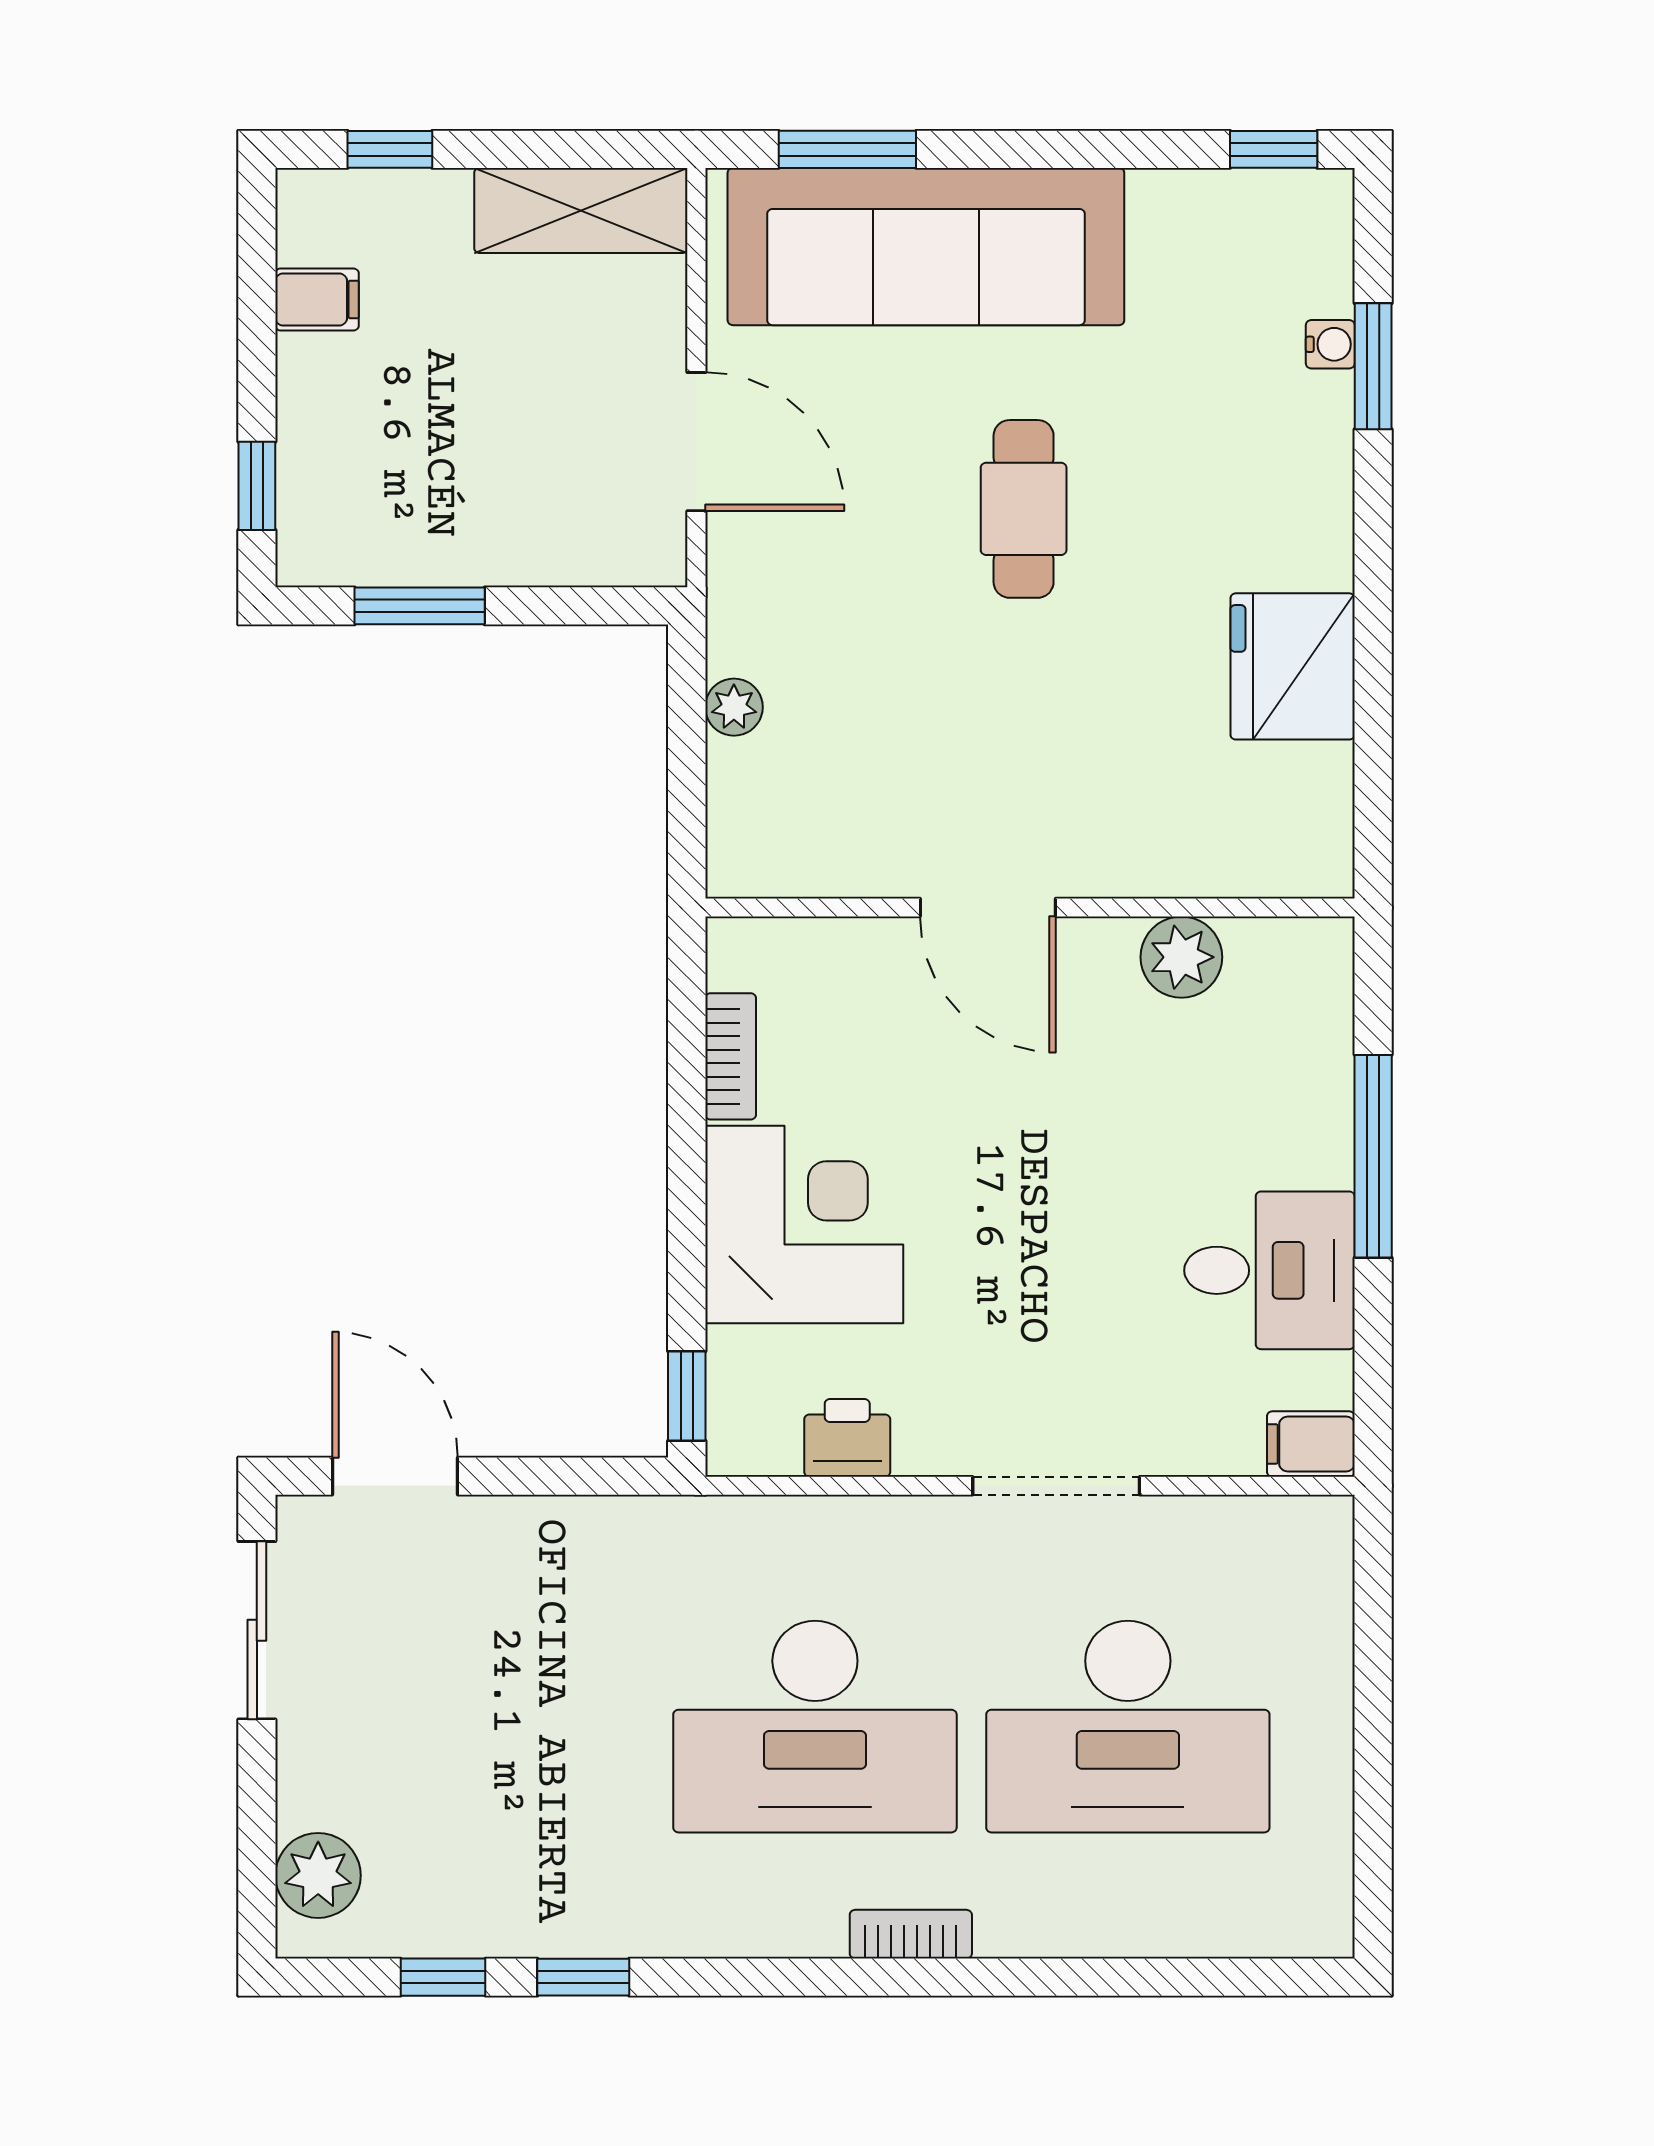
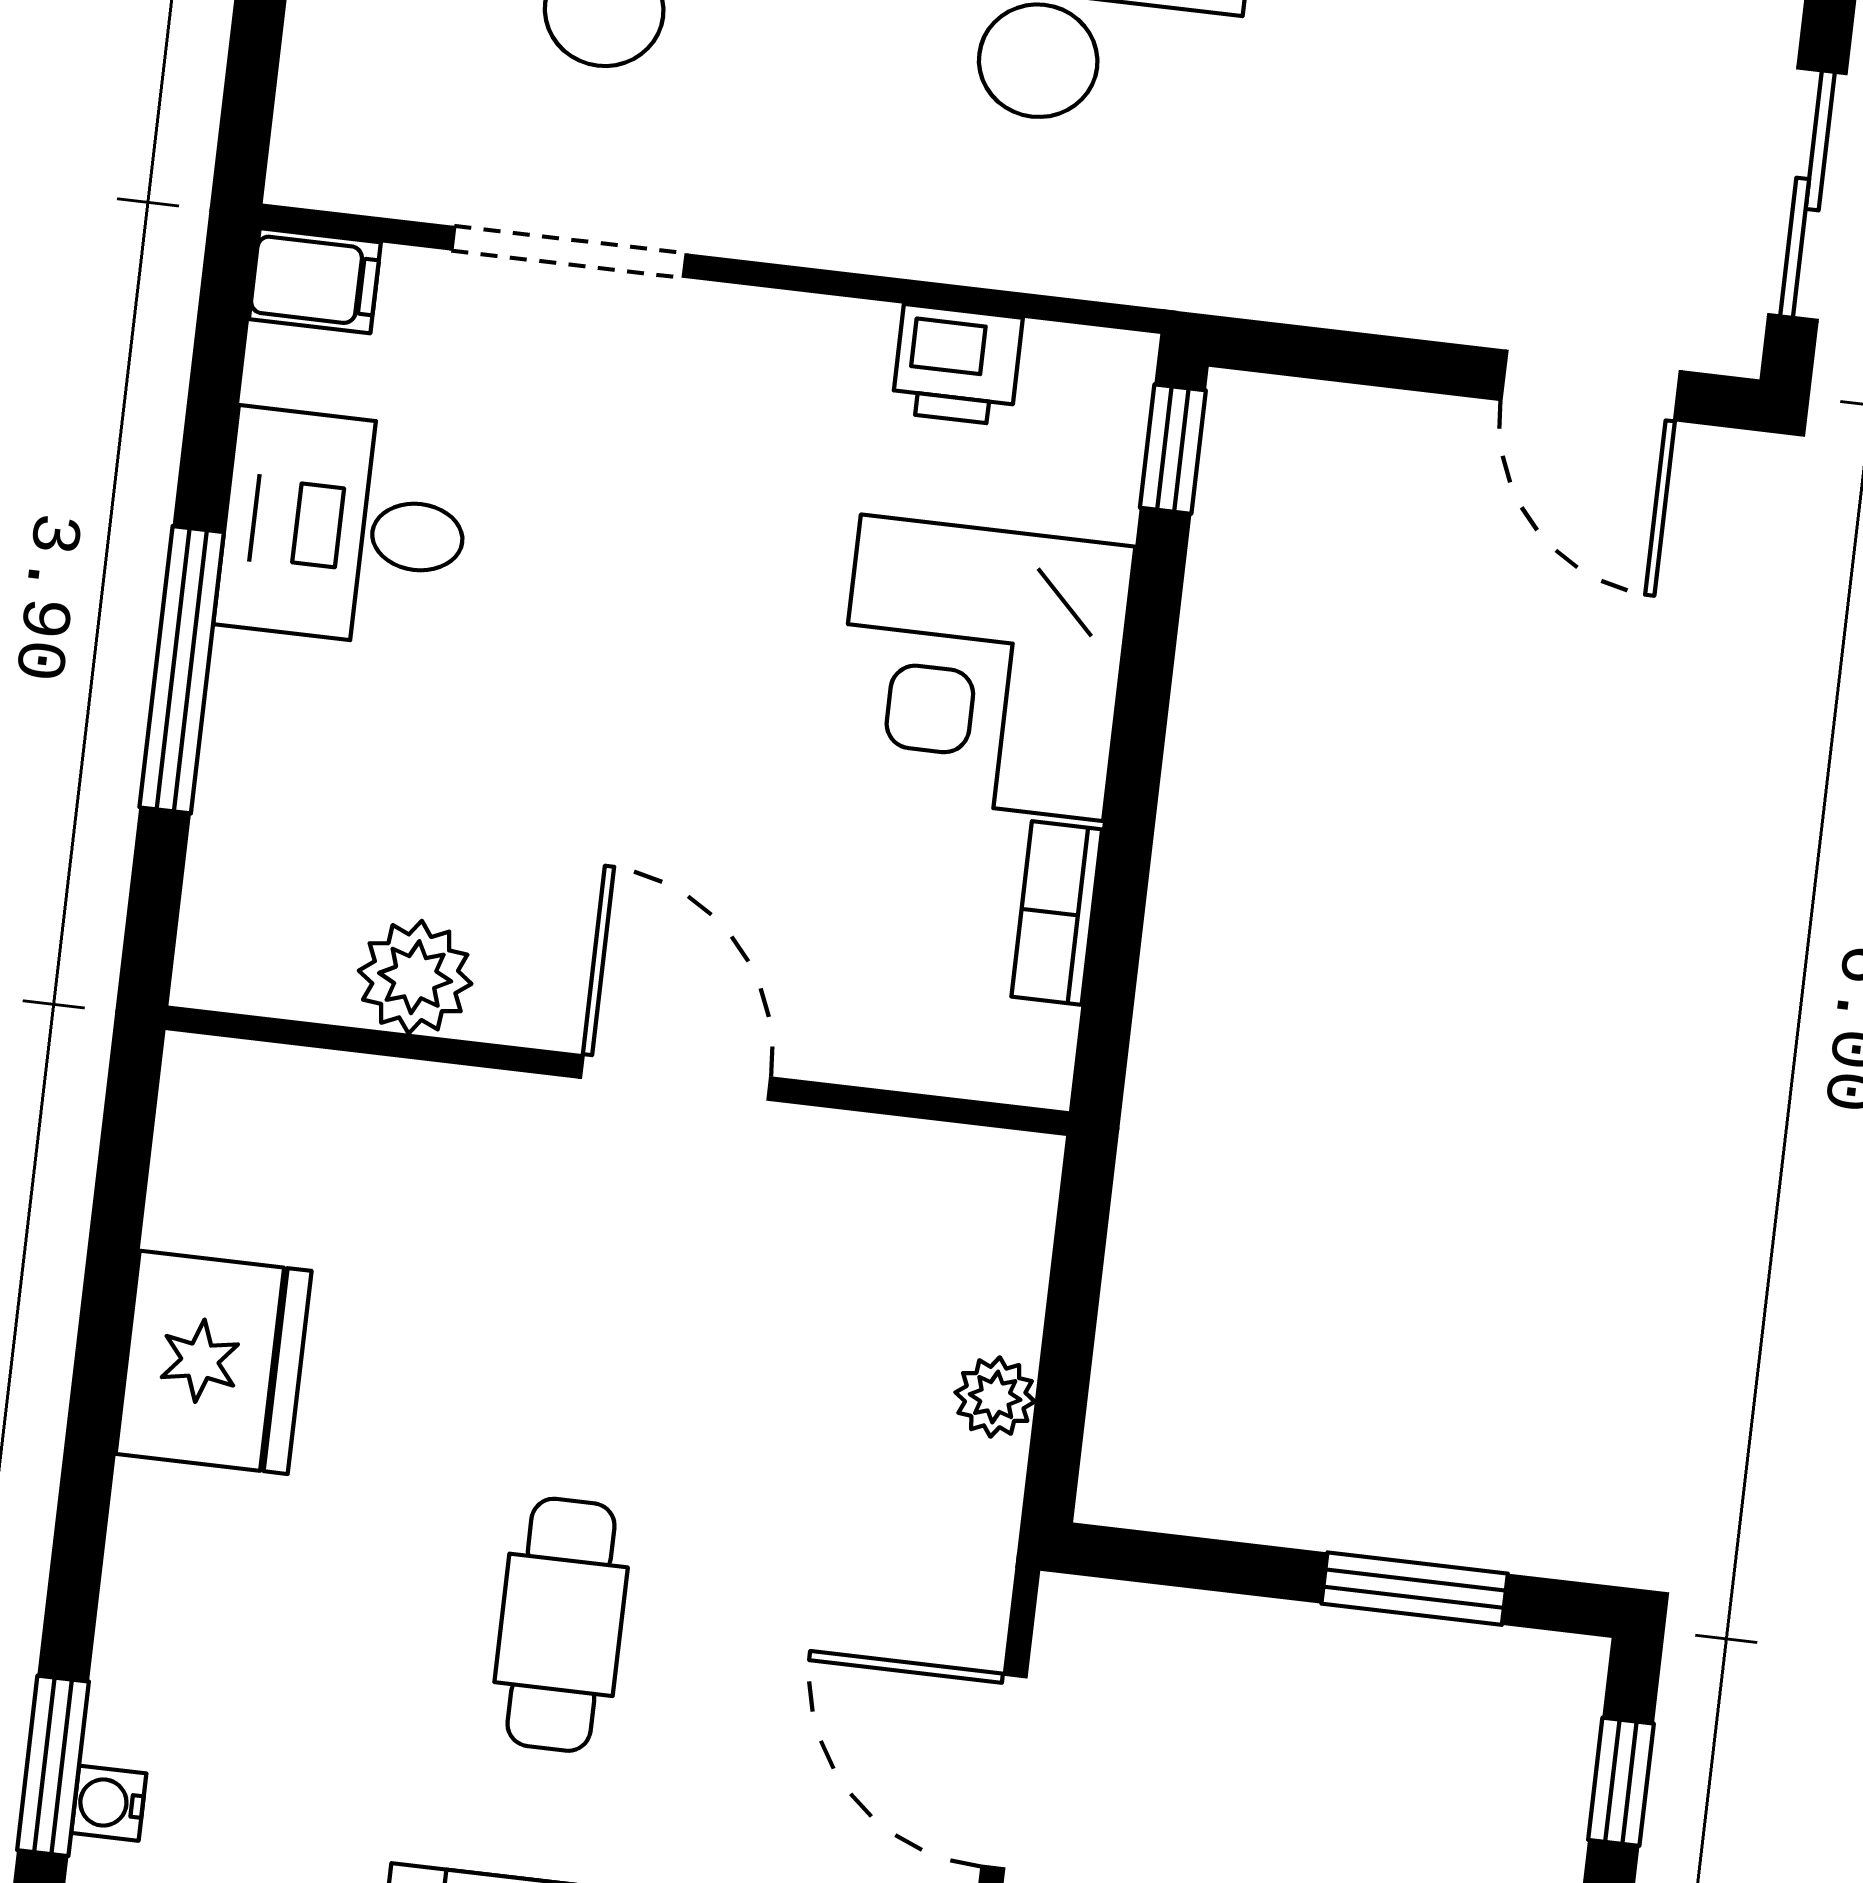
doorway: (1056, 1486) -> (569, 252), moved

